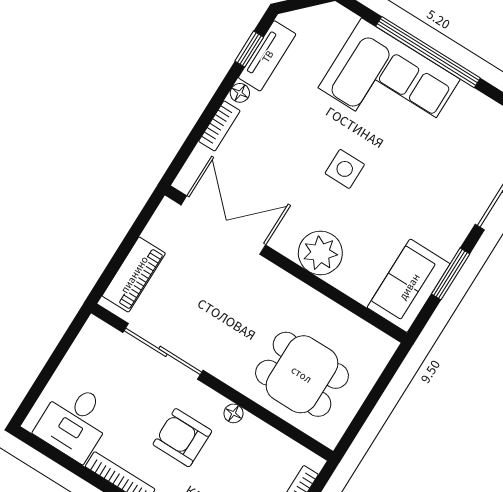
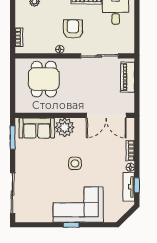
window: (428, 52) -> (71, 225), width x0.32
window: (451, 274) -> (13, 138), moved
sofa: (409, 286) -> (37, 128), moved, turned 90
dining table: (302, 374) -> (44, 79), turned 90
armchair: (182, 438) -> (73, 29), turned -90

